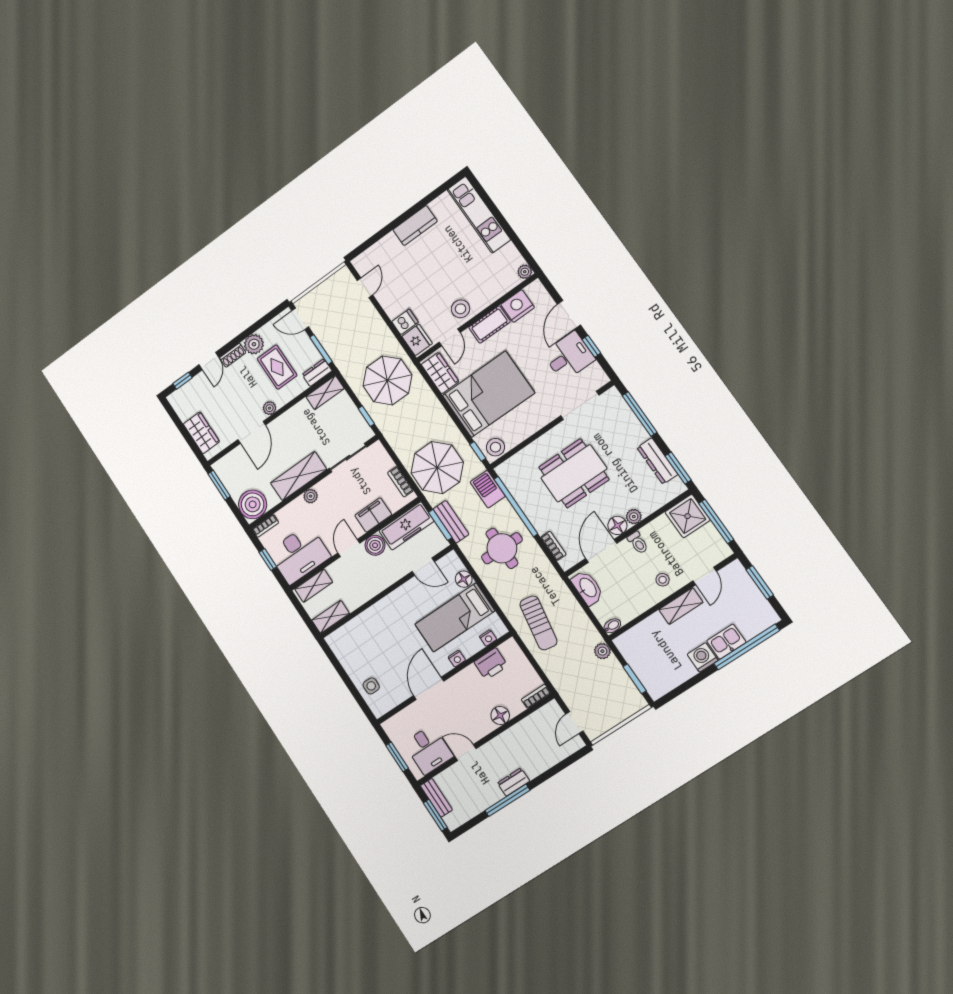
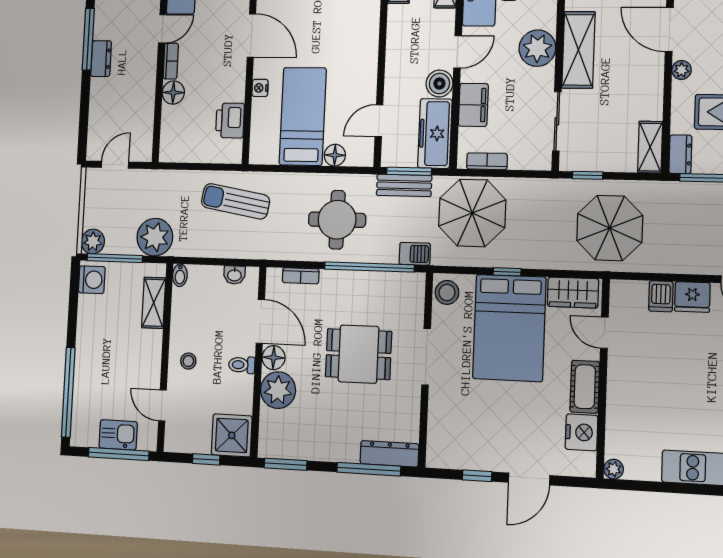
stool: (460, 309) -> (627, 368), removed
door: (569, 315) -> (529, 479), swing flipped
fridge: (417, 340) -> (692, 297), moved
desk: (569, 356) -> (484, 444), removed
doorway: (580, 405) -> (426, 357), moved
window: (478, 451) -> (507, 272), moved
dresser: (657, 461) -> (389, 454), moved
dining table: (574, 473) -> (359, 354), width x0.73
barbecue: (488, 489) -> (415, 254), width x0.73, depth x0.79
plant: (311, 496) -> (537, 48), width x1.88, depth x1.88
plant: (634, 517) -> (278, 390), width x1.87, depth x1.87
window: (716, 521) -> (206, 459), width x0.46
door: (349, 548) -> (458, 52), hinge flipped
window: (760, 582) -> (119, 454), width x1.44
washbasin: (588, 588) -> (234, 275), width x0.52, depth x0.69
shelving: (681, 606) -> (154, 303), moved
nightstand: (488, 638) -> (258, 137), removed
kitchen sink: (726, 642) -> (118, 435), moved, turned -90
plant: (602, 651) -> (155, 237), width x1.88, depth x1.88
washing machine: (703, 657) -> (92, 280), moved
window: (635, 679) -> (115, 258), width x1.44
bookcase: (536, 696) -> (171, 61), moved
plant: (635, 702) -> (93, 242), added
door: (574, 723) -> (115, 165), hinge flipped

